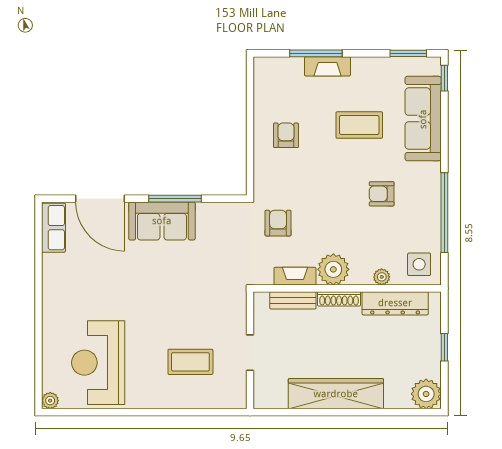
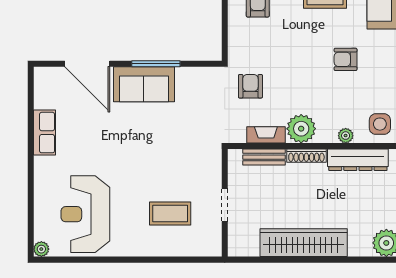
row of seats: (54, 228) -> (44, 133), moved

